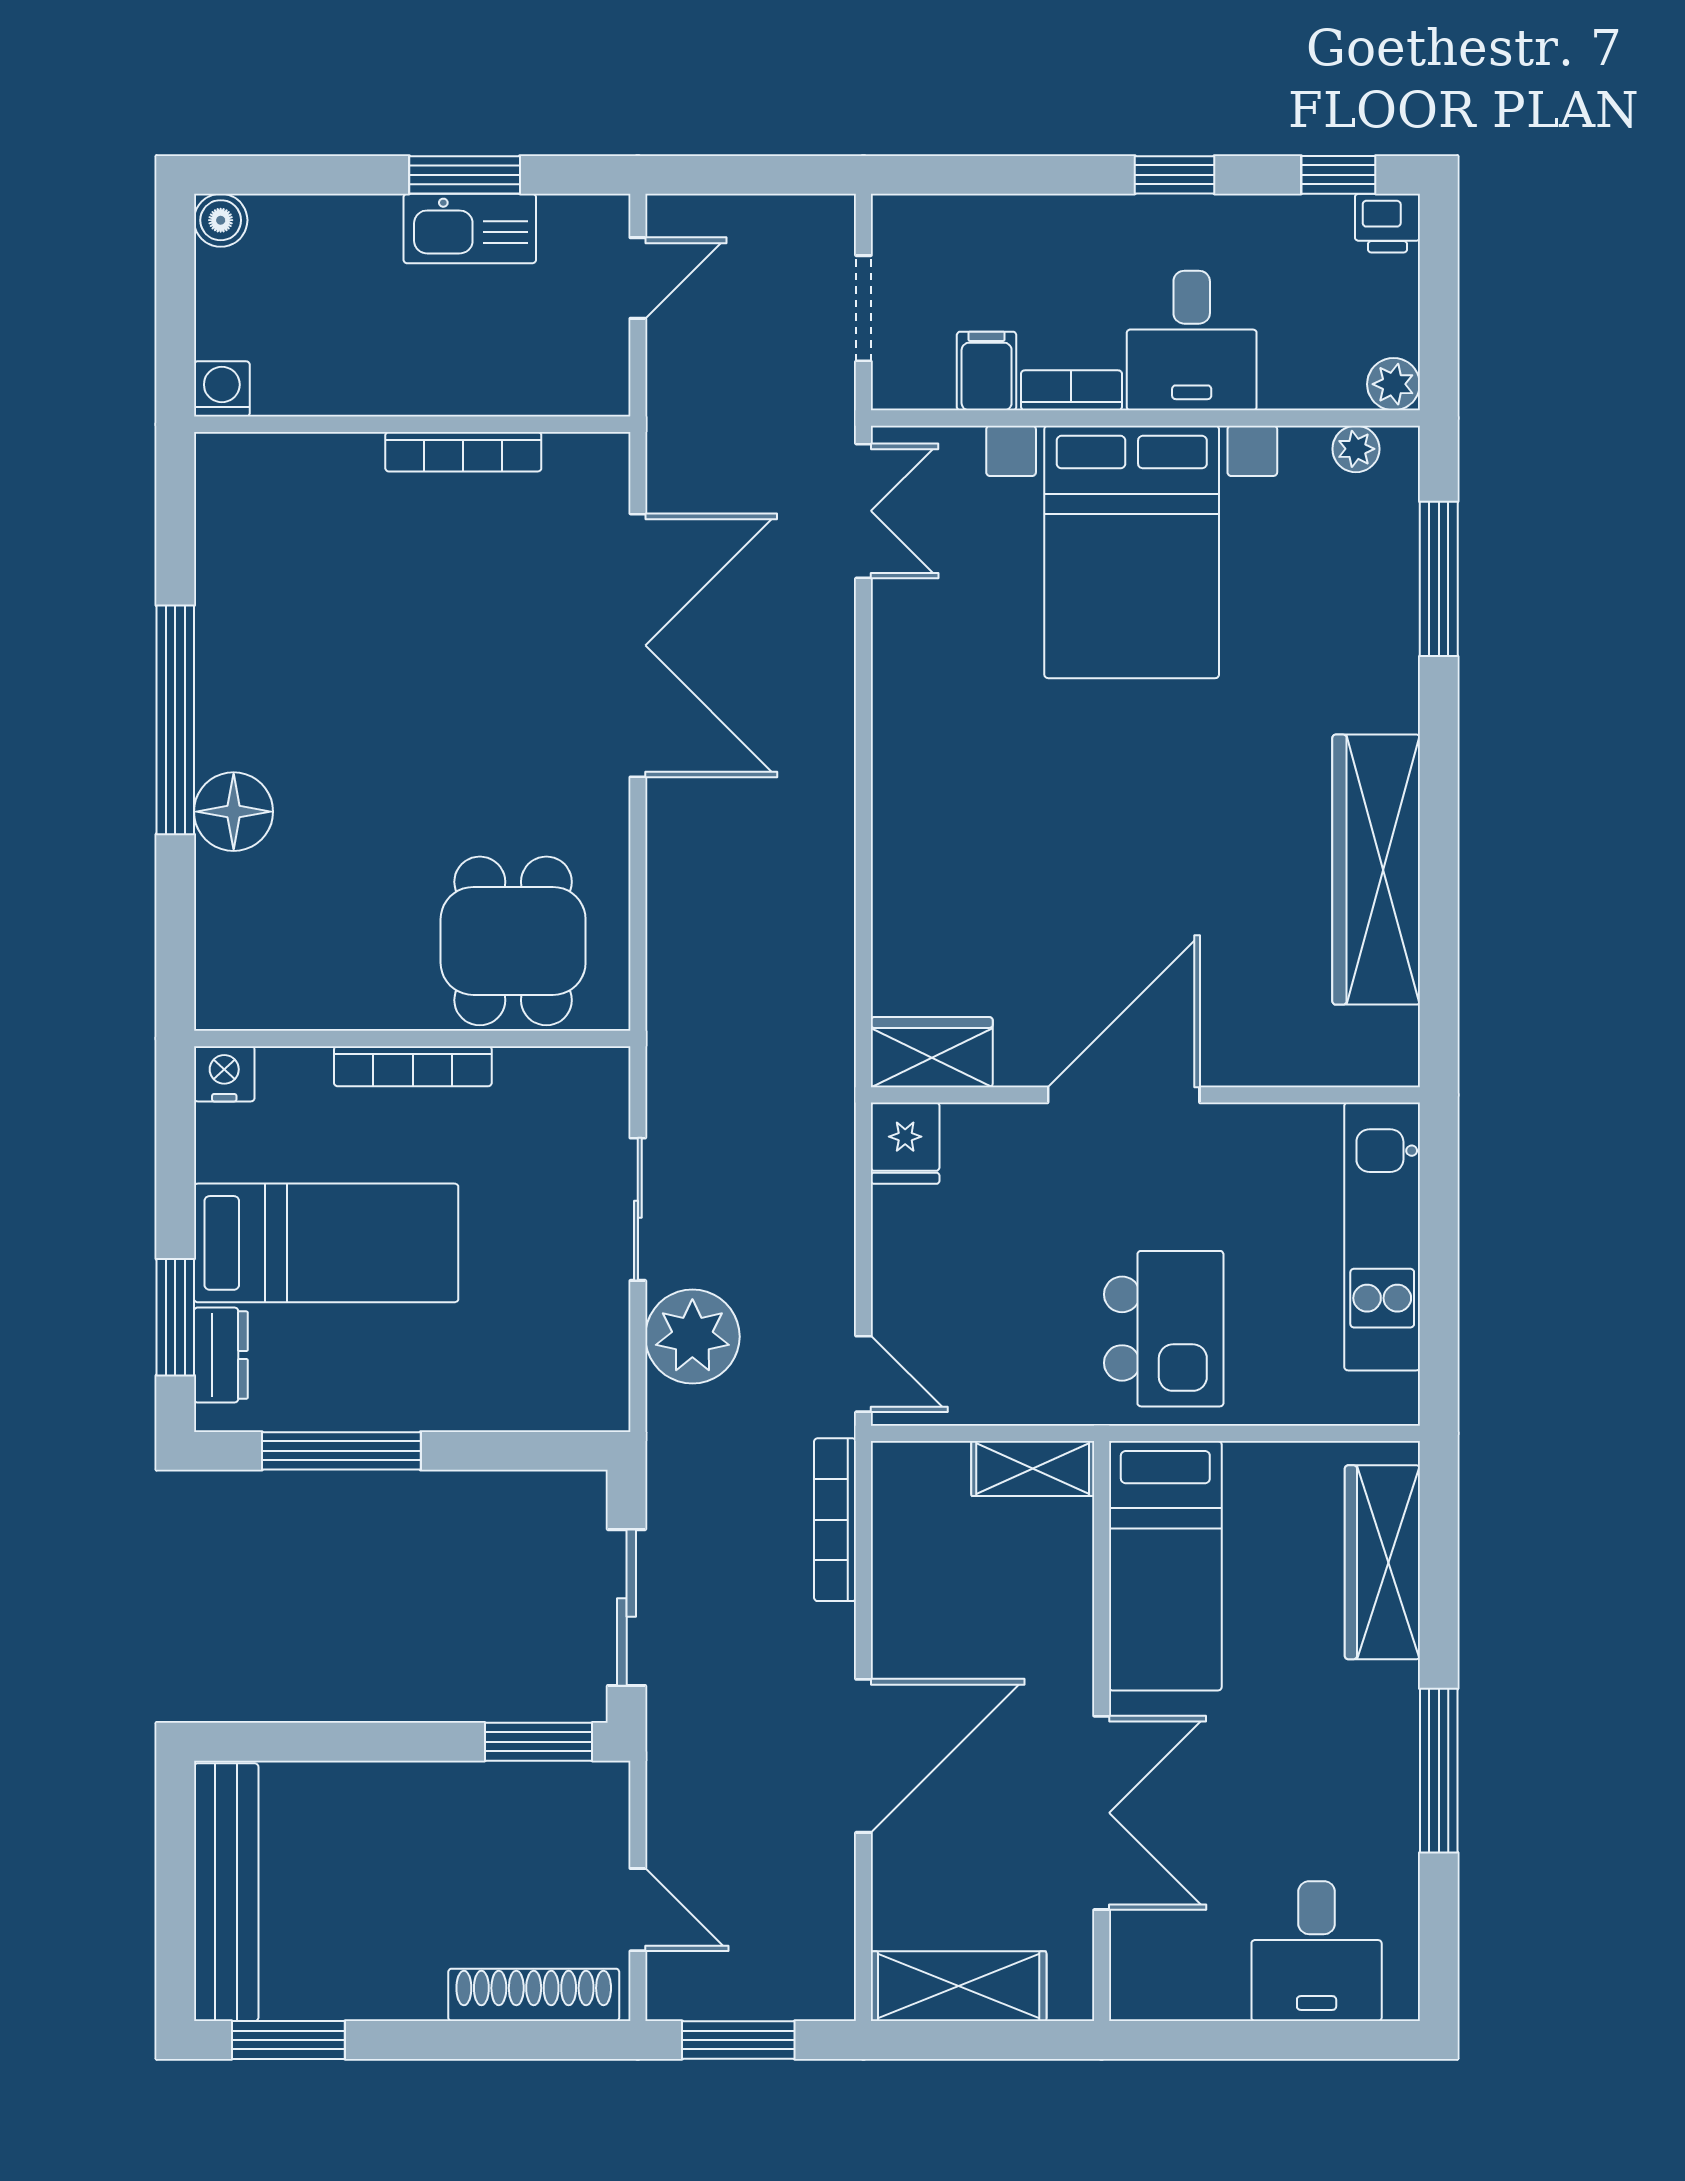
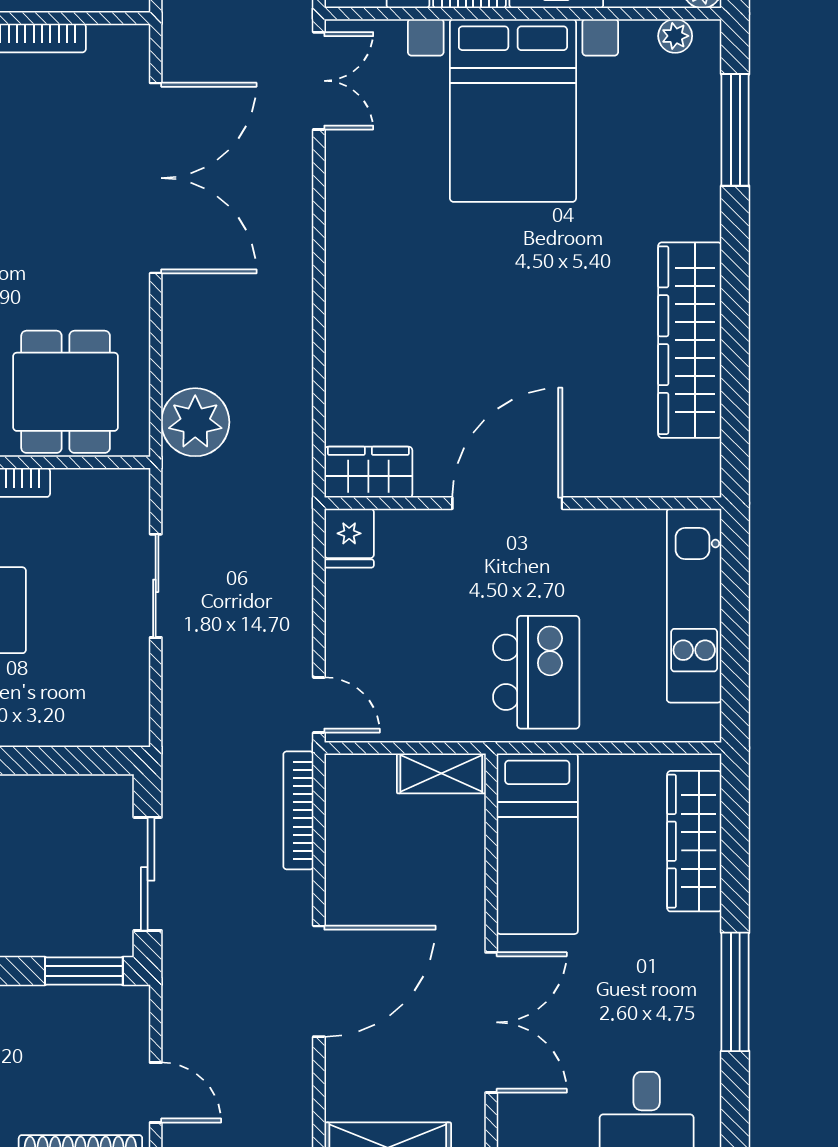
plant: (692, 1337) -> (195, 422), moved

